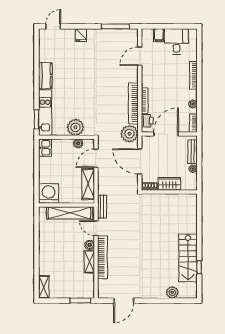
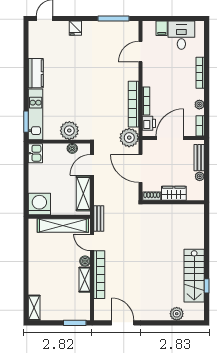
door: (124, 301) -> (123, 323), swing flipped

